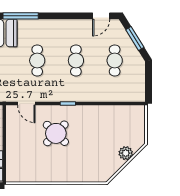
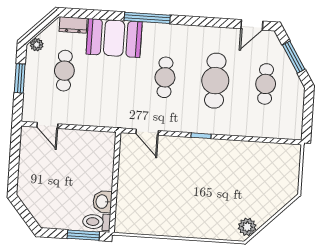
cafe table: (76, 61) -> (215, 81), width x1.37, depth x1.35
round table: (56, 133) -> (183, 174), removed
plant: (126, 153) -> (247, 227), moved

